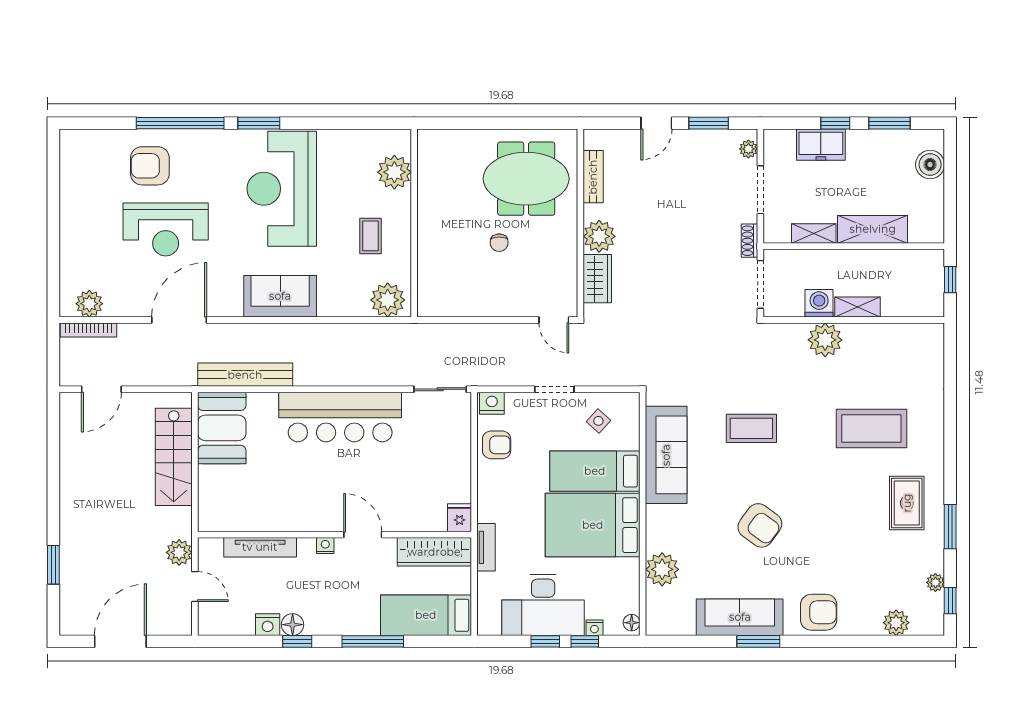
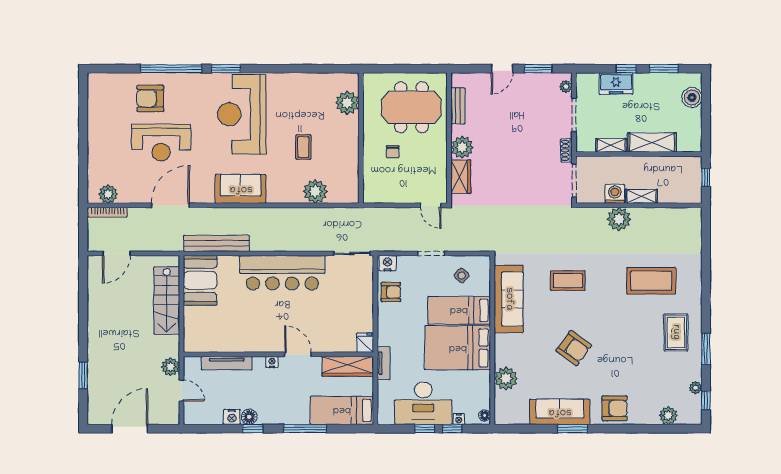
plant: (394, 172) -> (347, 103), moved
wall: (414, 223) -> (361, 138), moved

